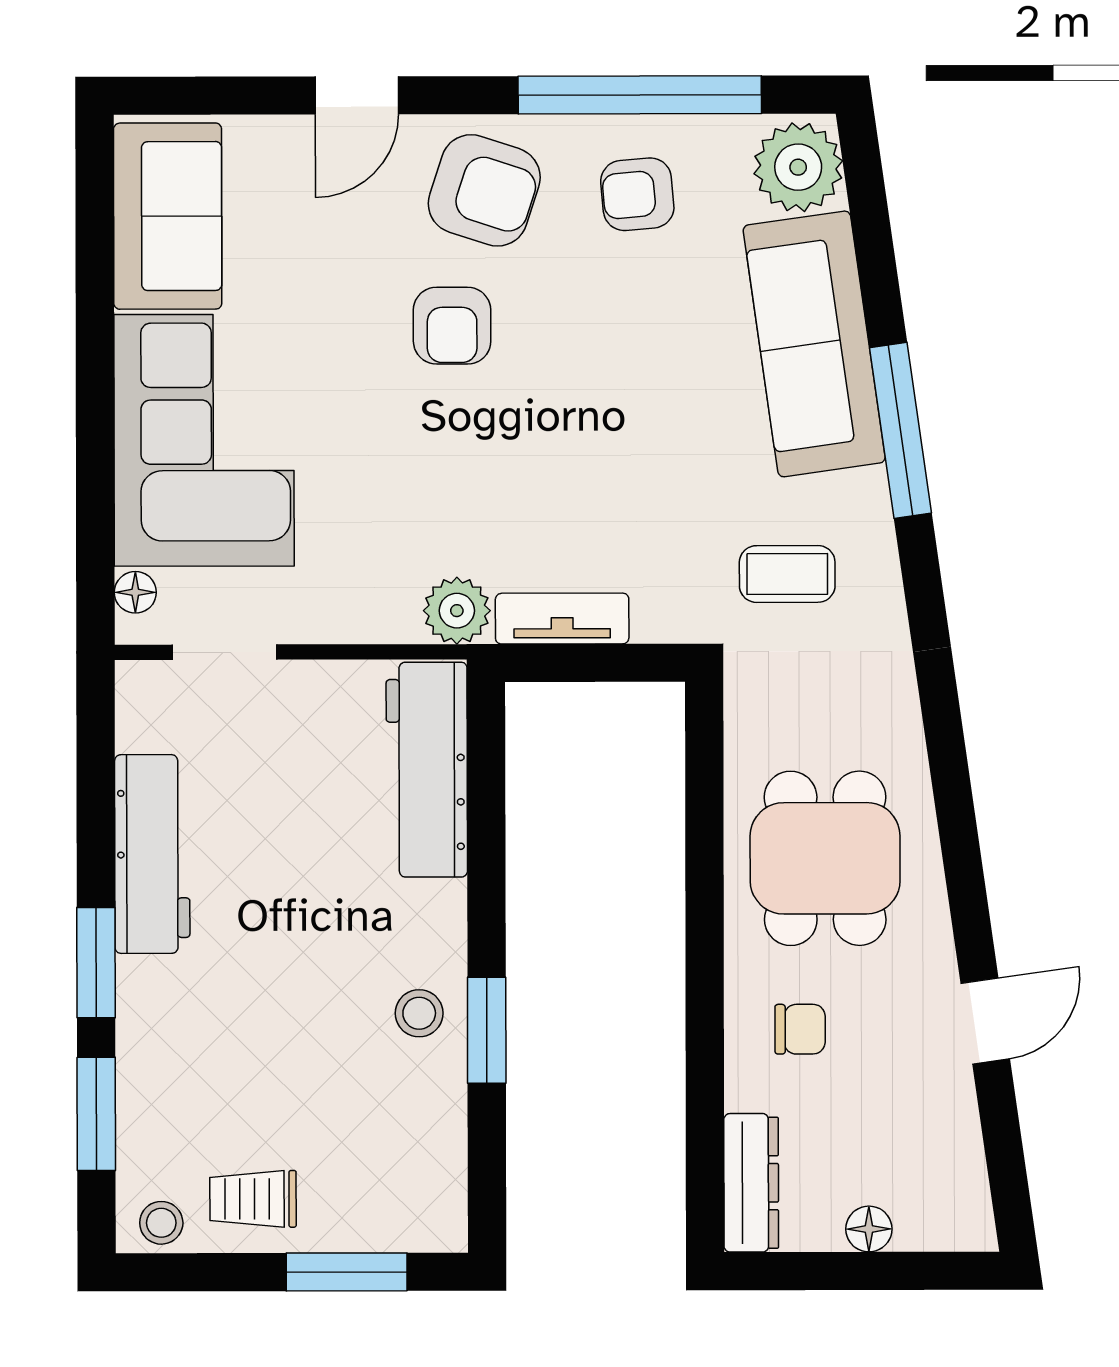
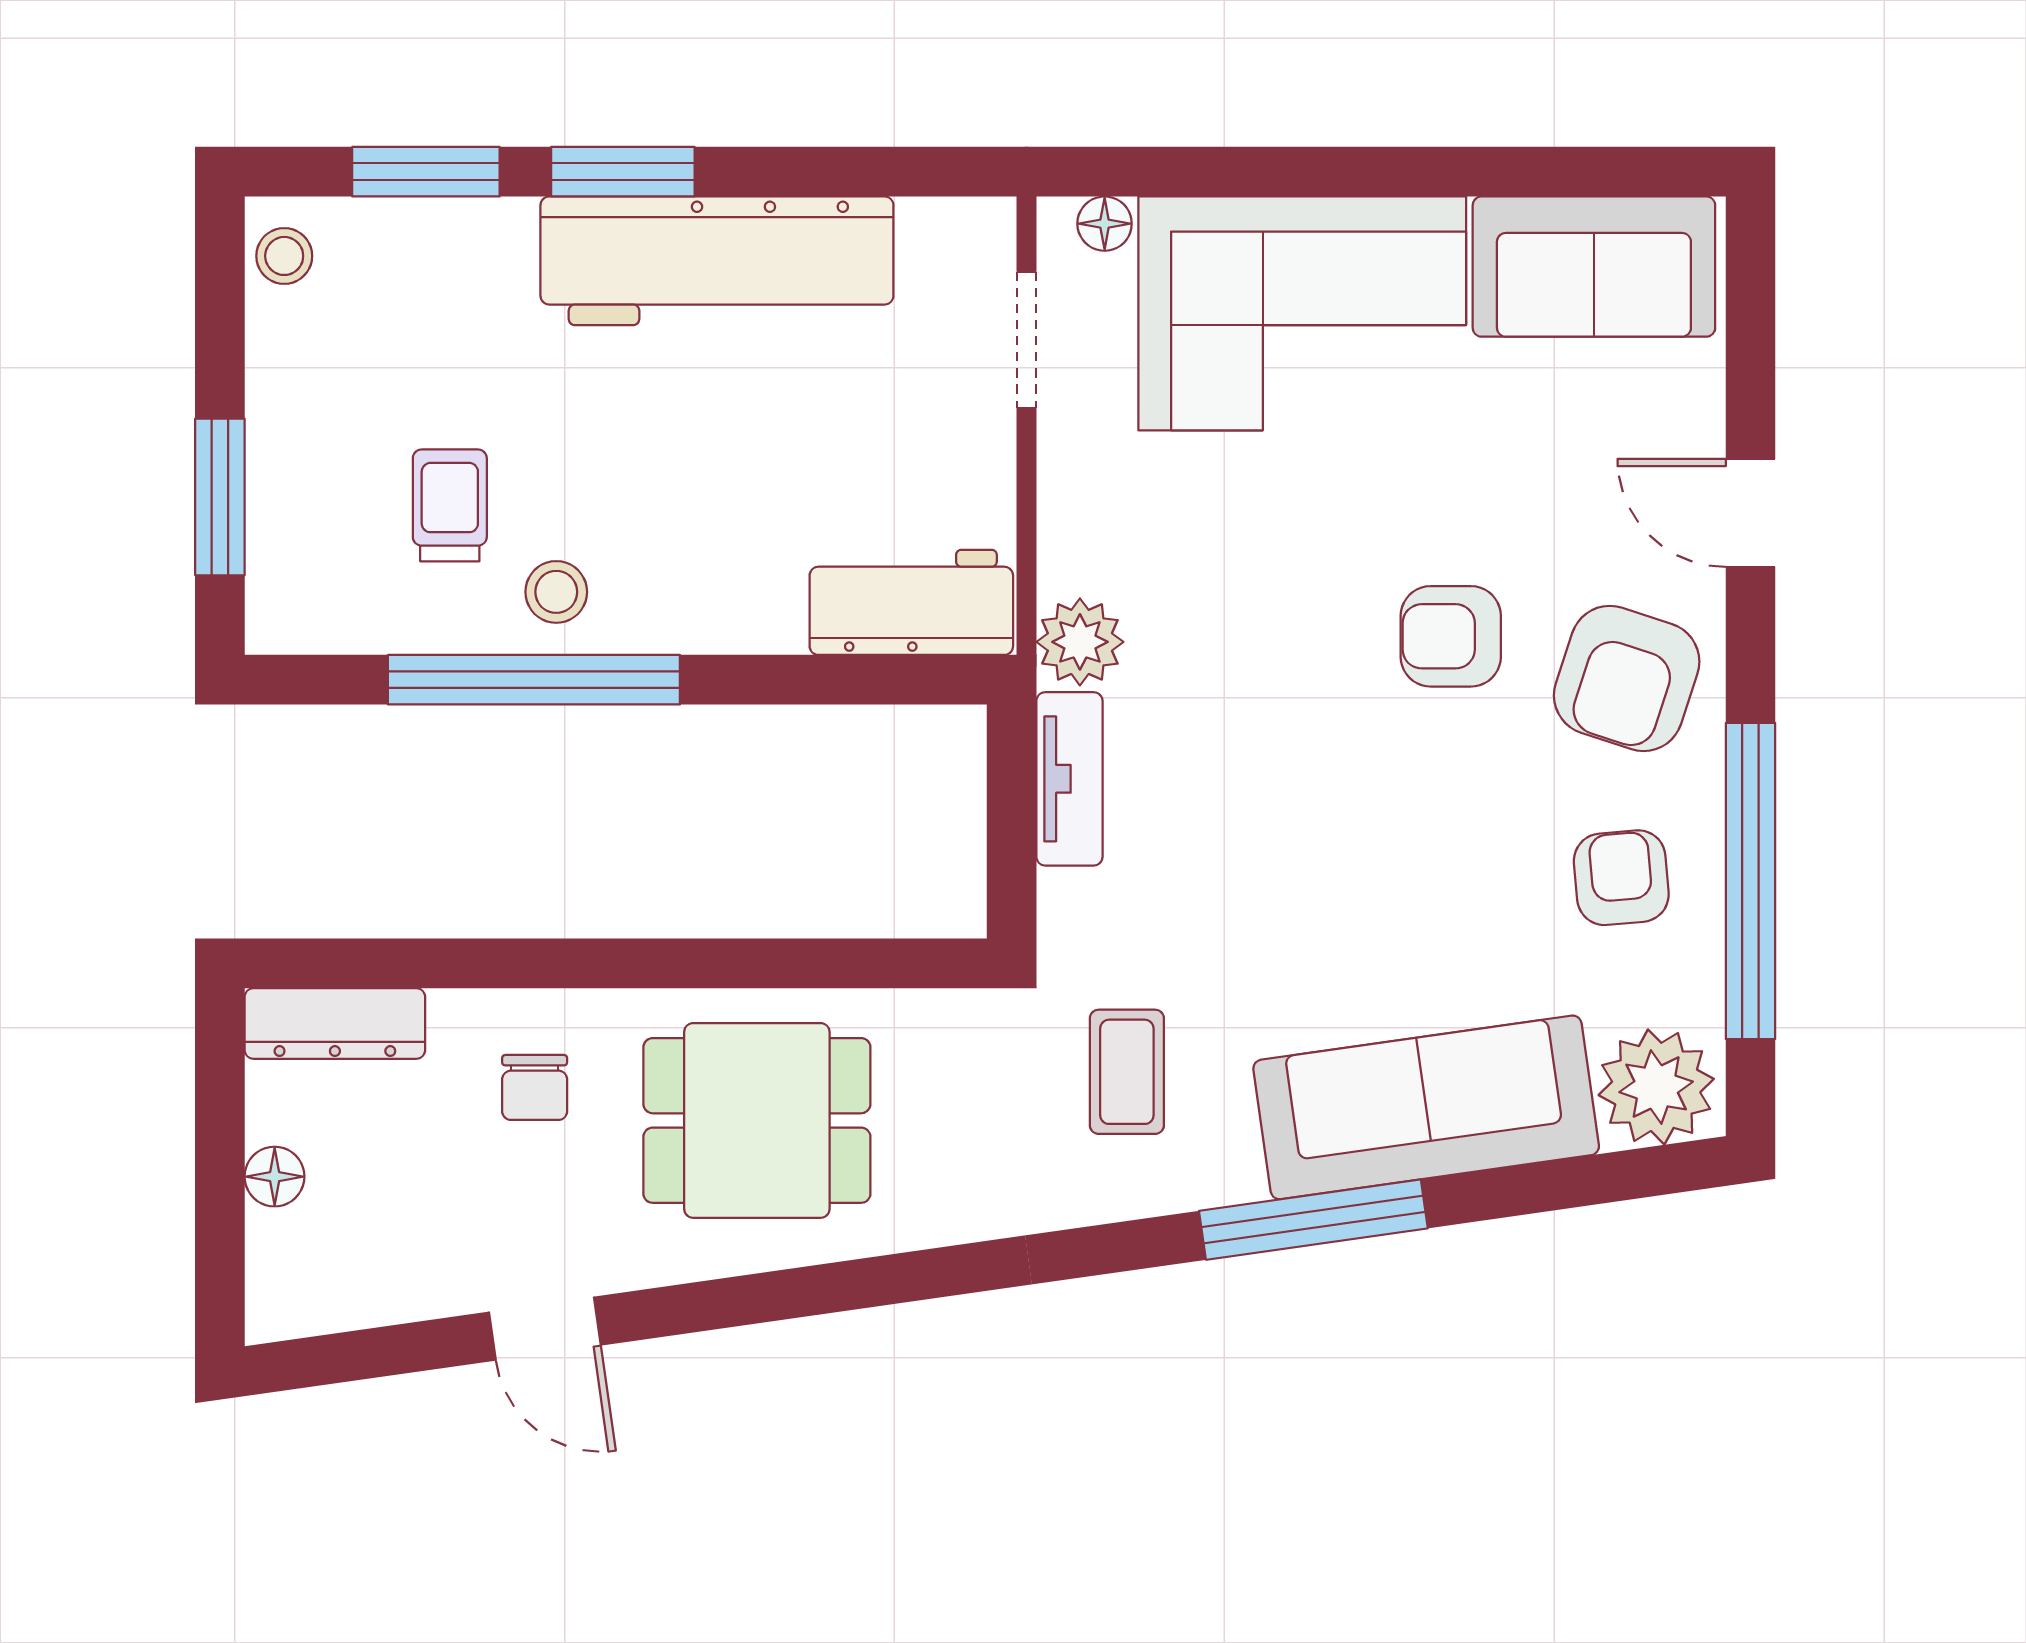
workbench: (427, 770) -> (911, 602), width x0.73
workbench: (152, 854) -> (717, 261), width x1.36, depth x1.32
window: (487, 1030) -> (534, 680), width x2.11
trolley: (253, 1199) -> (450, 505), moved

